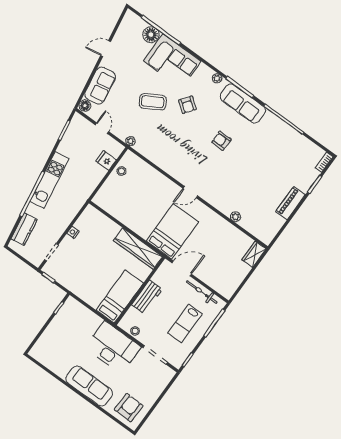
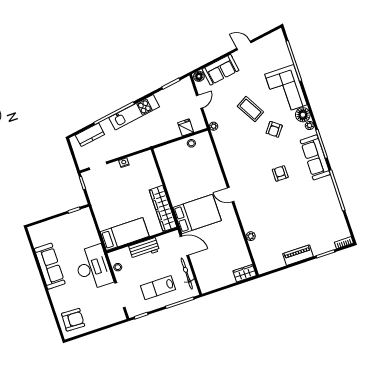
floor lamp: (151, 35) -> (303, 115), moved
sofa: (89, 386) -> (50, 266), moved

